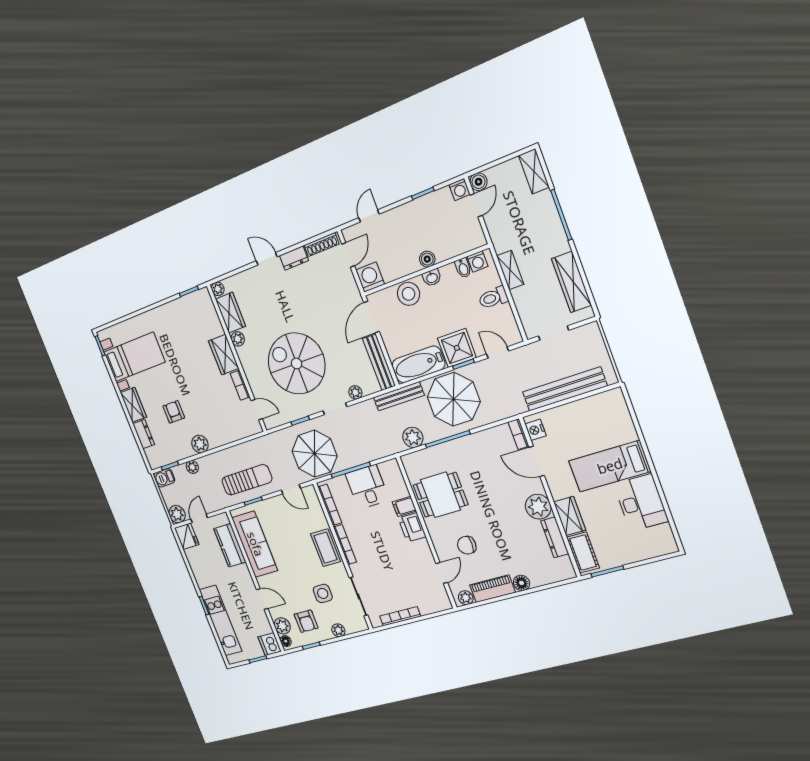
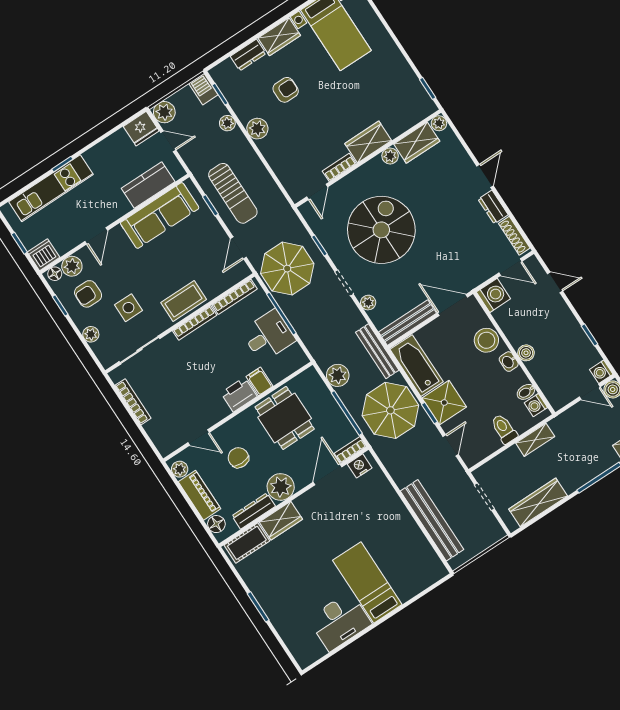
nightstand: (536, 430) -> (360, 466), moved
bookcase: (519, 434) -> (350, 450), moved
door: (537, 461) -> (328, 475), moved
wall: (550, 498) -> (294, 497), moved
plant: (538, 507) -> (281, 487), moved
wardrobe: (570, 516) -> (281, 521), moved
dresser: (555, 537) -> (254, 511), moved
cot: (583, 553) -> (247, 543), moved

